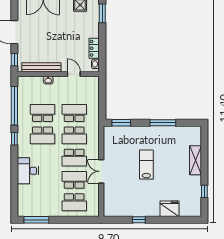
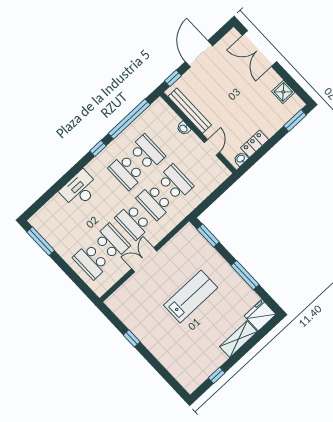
lab bench: (146, 164) -> (191, 296), width x1.36, depth x1.39
fridge: (170, 209) -> (260, 315), moved, turned -90

